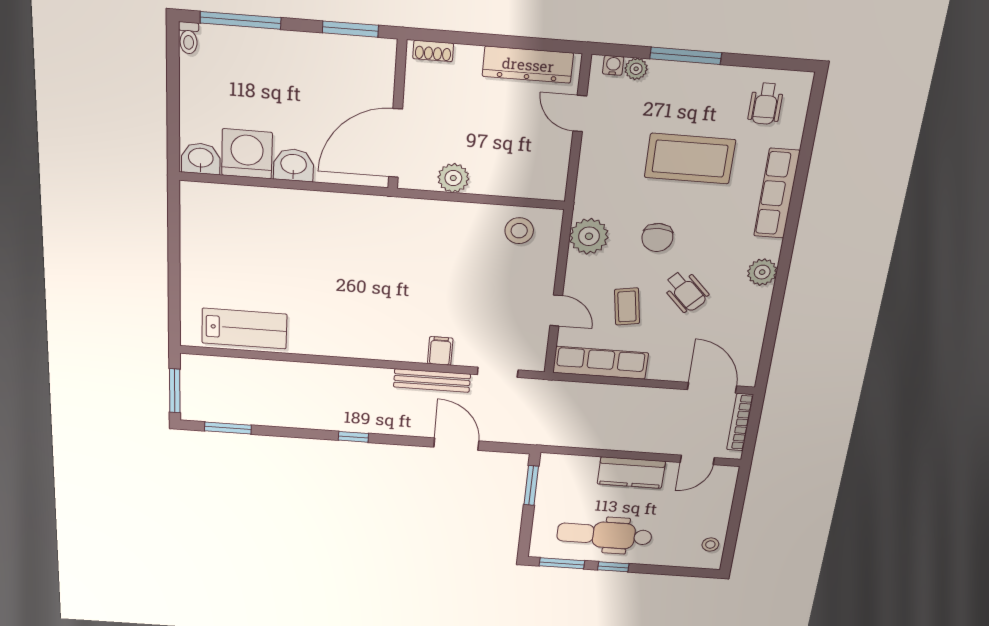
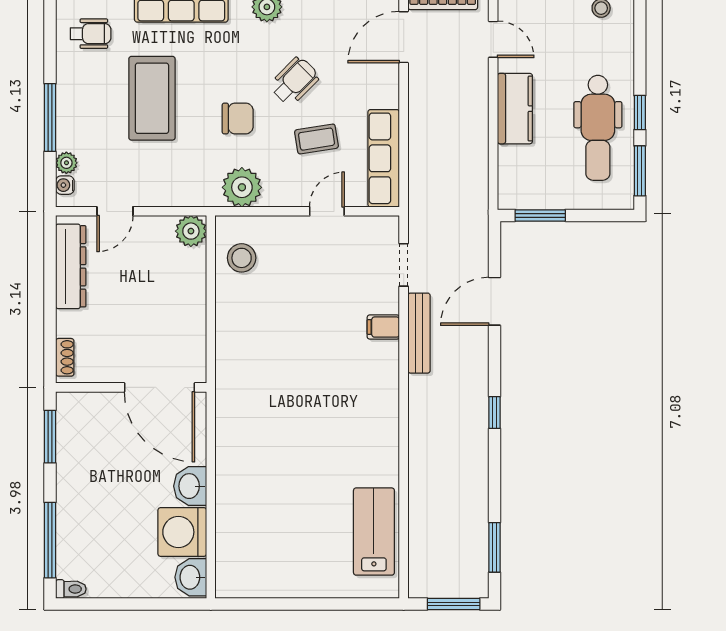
plant: (453, 178) -> (191, 231), moved

